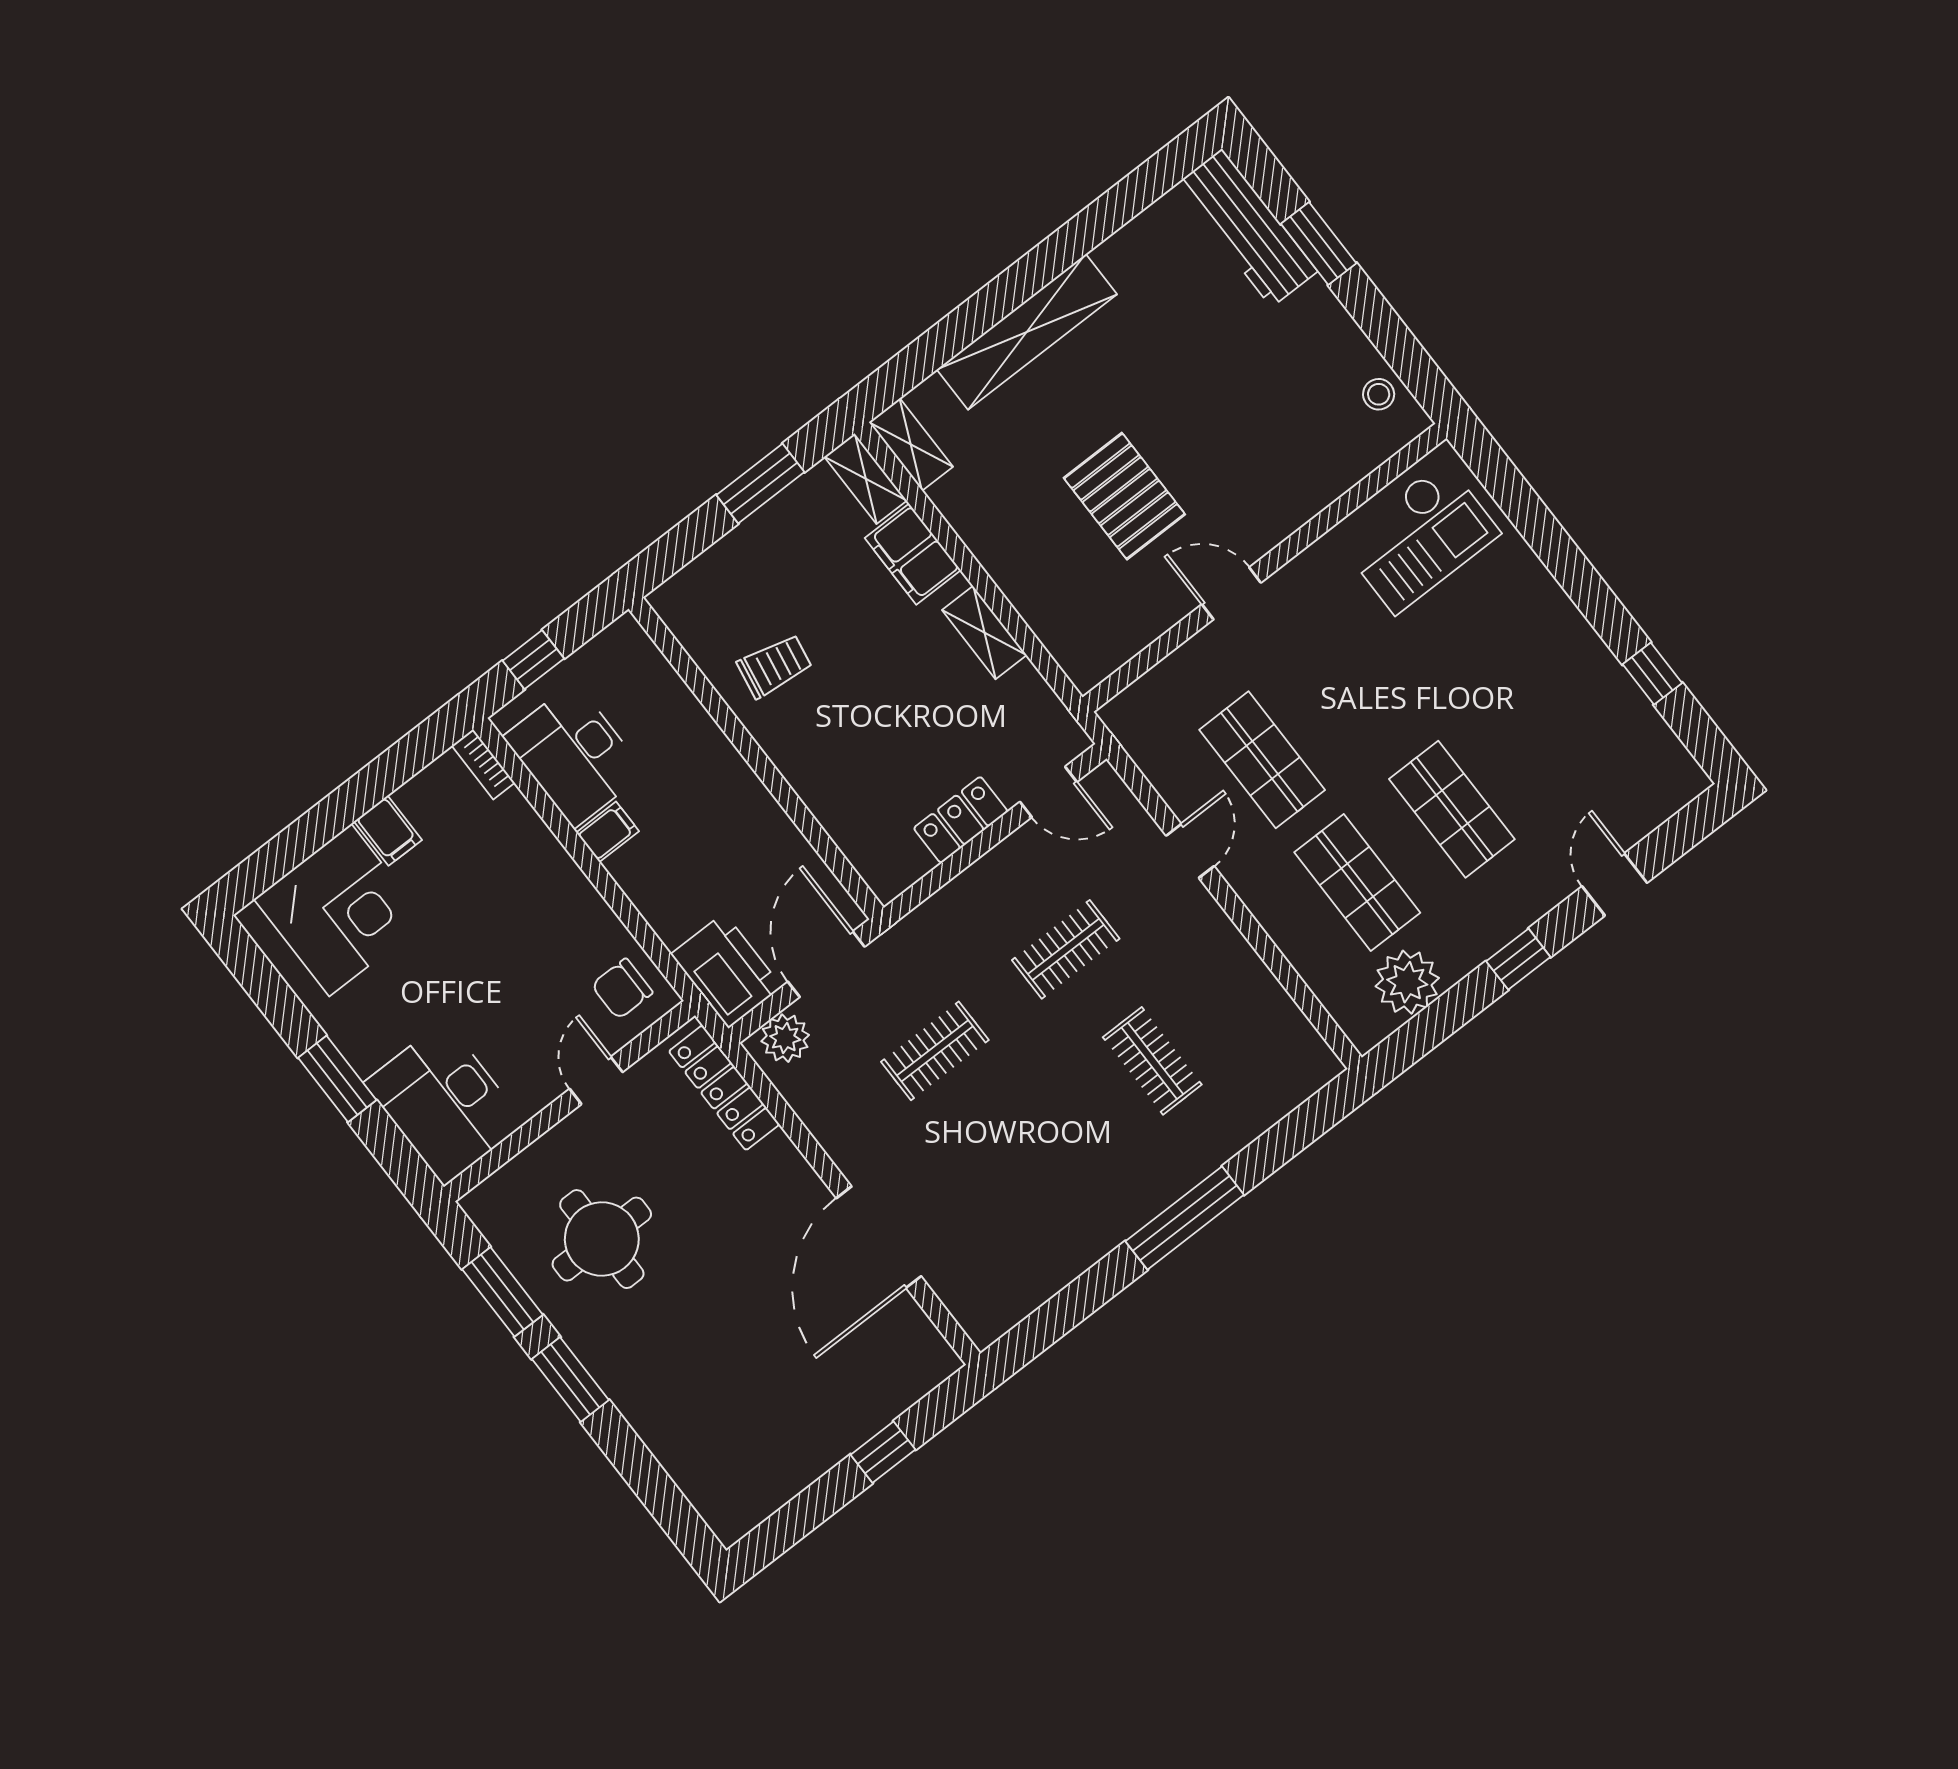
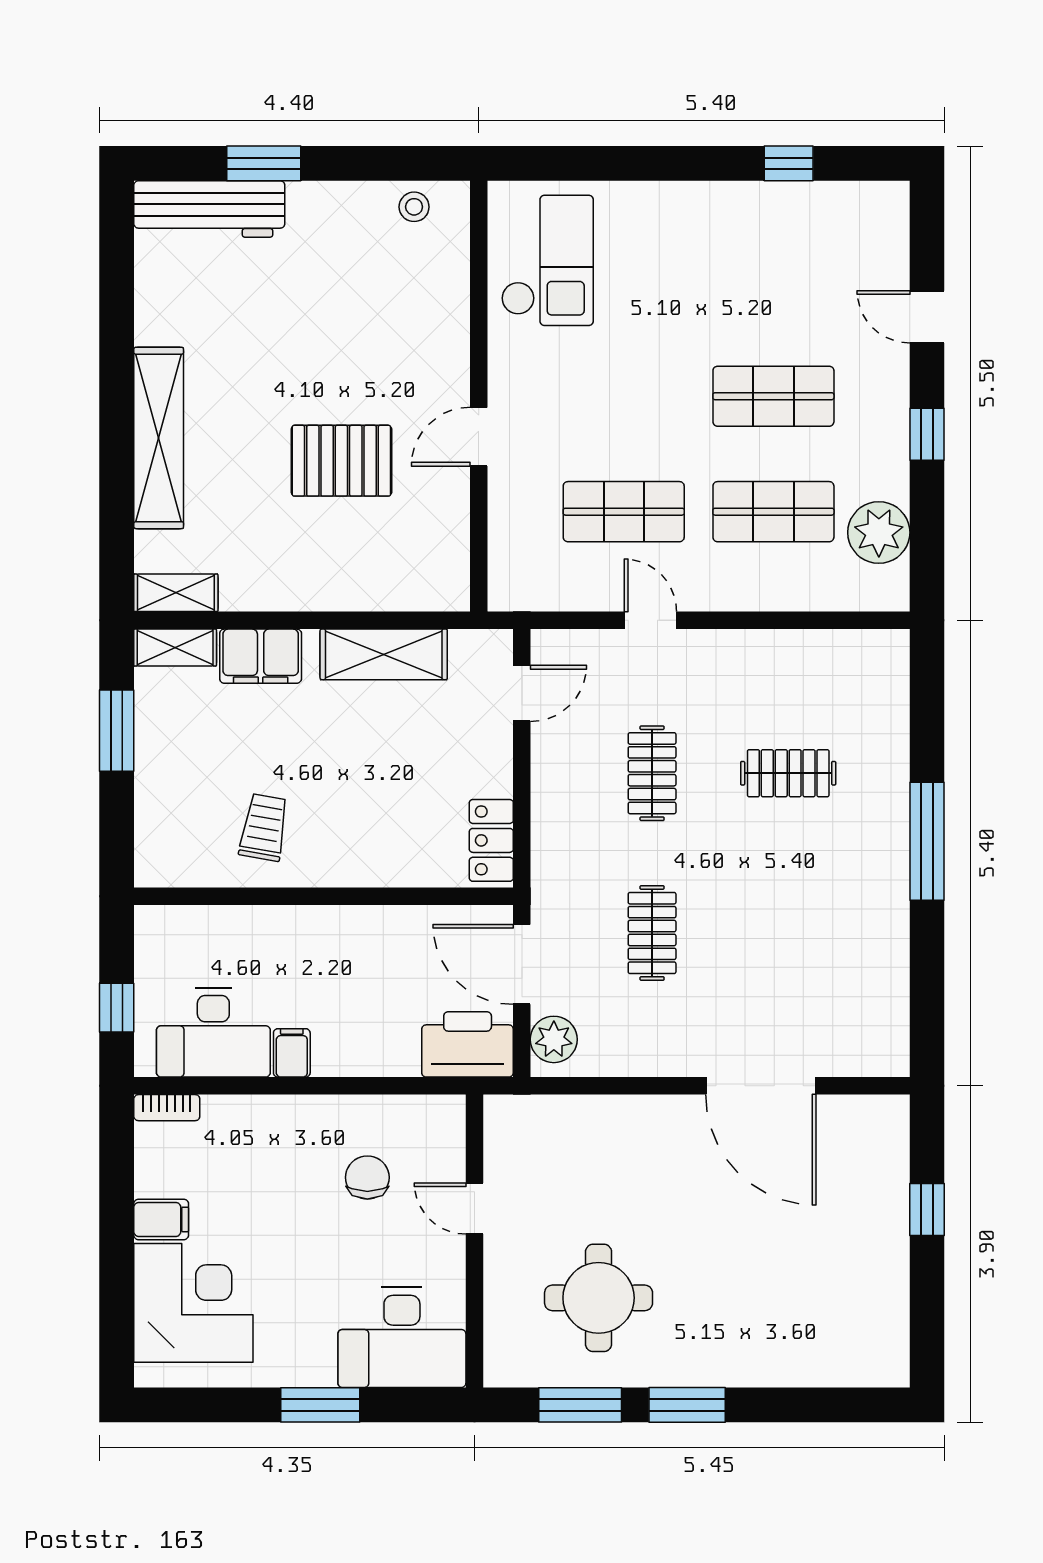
shelving: (984, 633) -> (384, 654), width x1.50, depth x1.33
locker: (961, 820) -> (491, 840), moved
chair: (622, 989) -> (367, 1177), moved, turned 180
locker: (724, 1088) -> (556, 1115), removed

